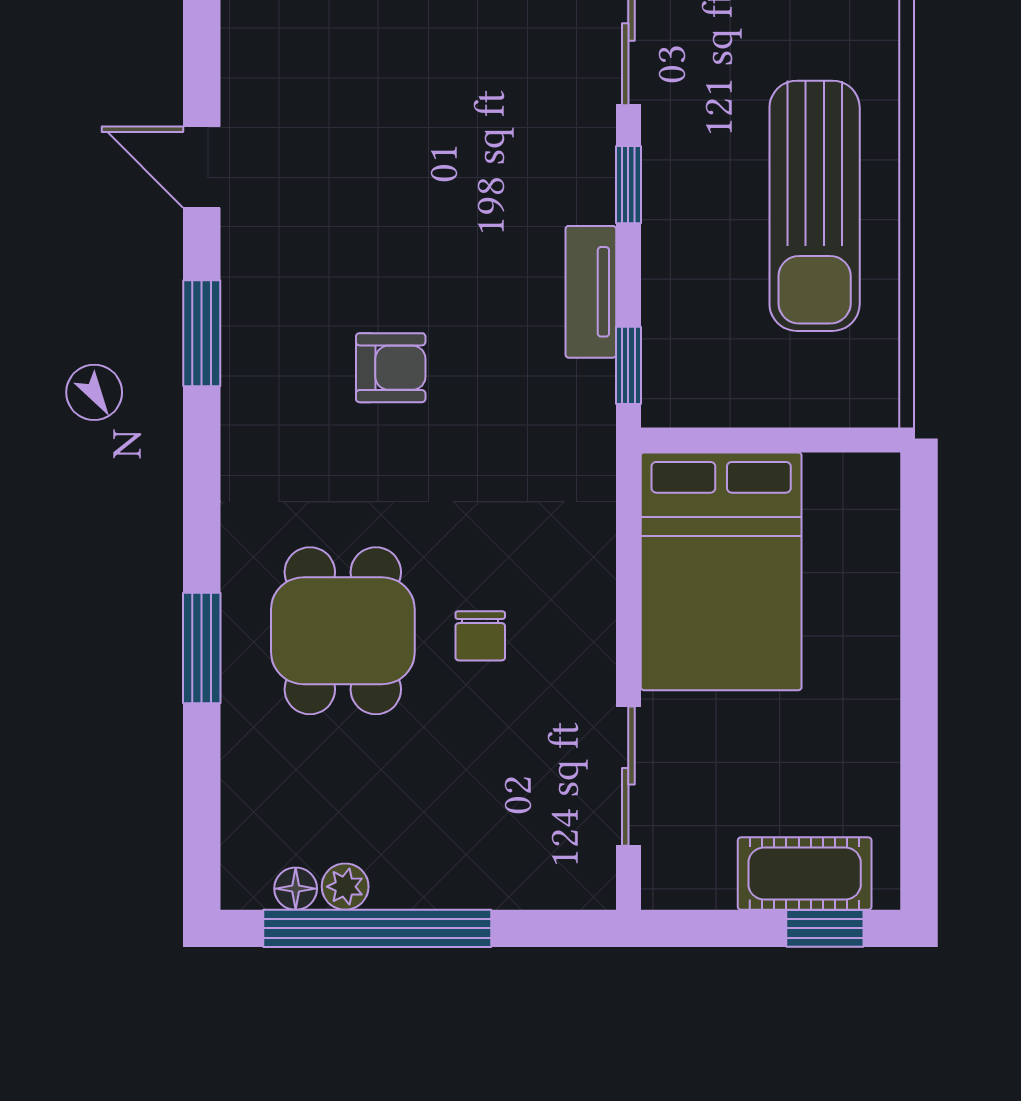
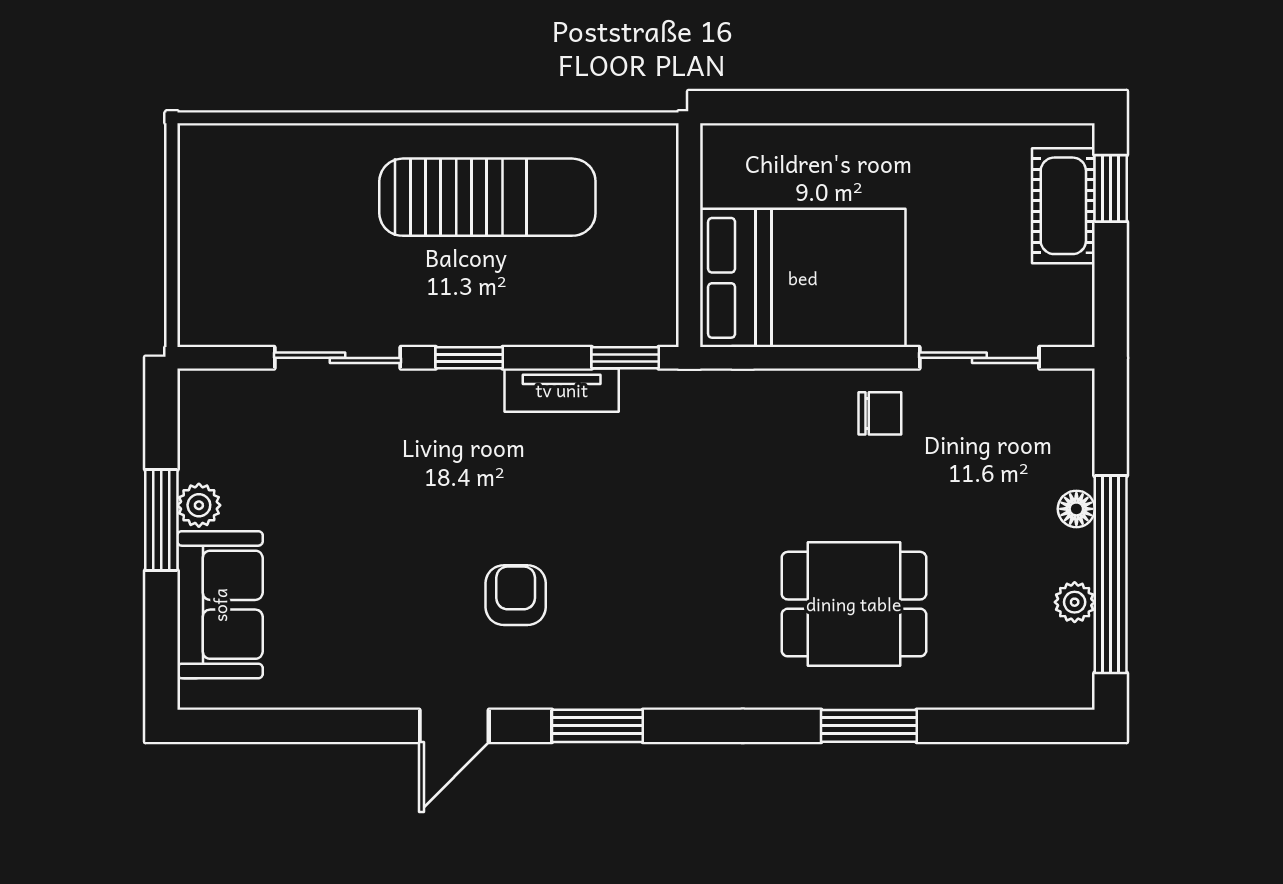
armchair: (391, 368) -> (516, 595), moved
chair: (480, 636) -> (880, 413), moved
floor lamp: (296, 889) -> (1076, 509), moved

